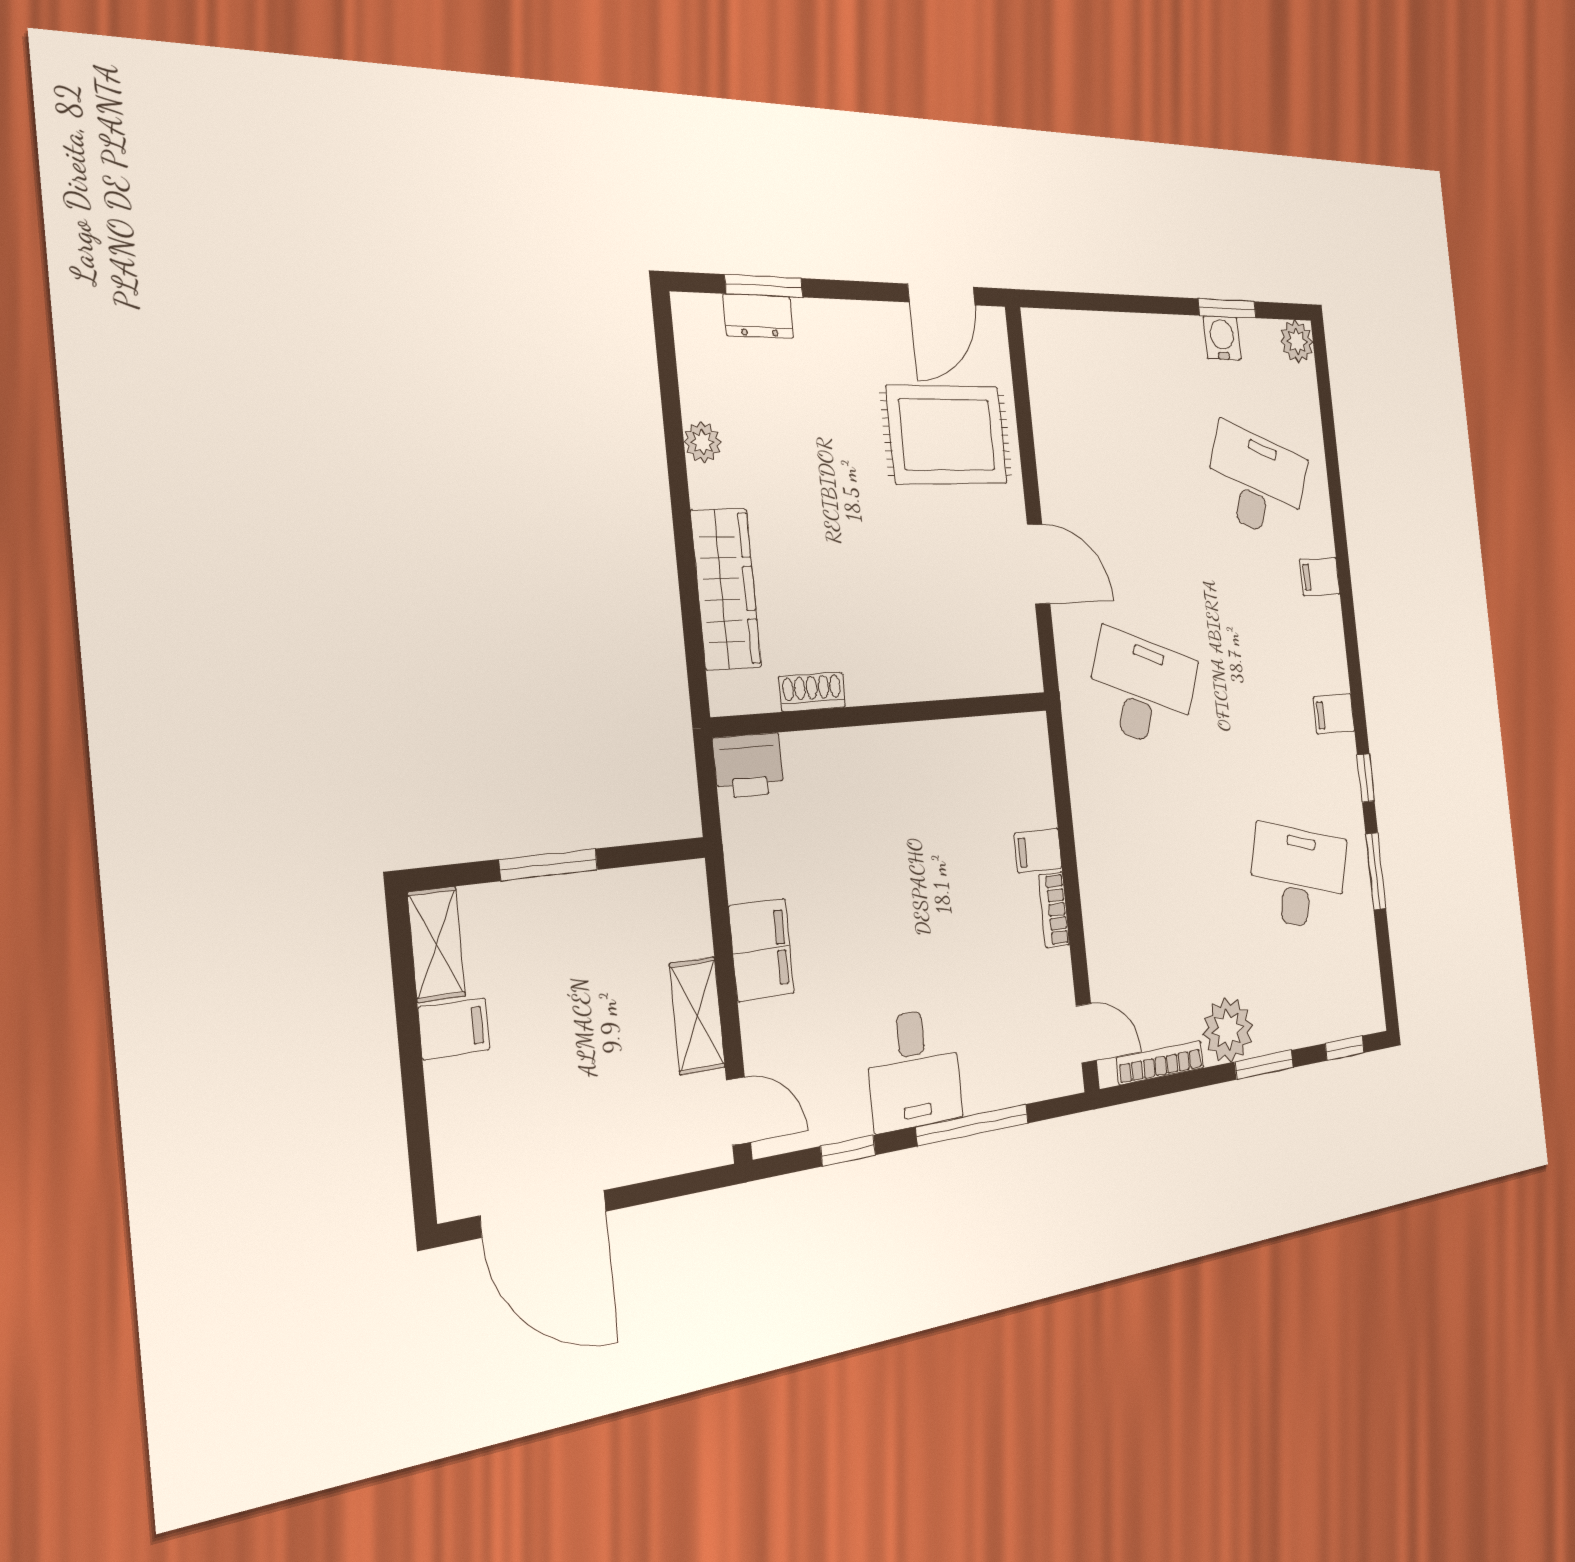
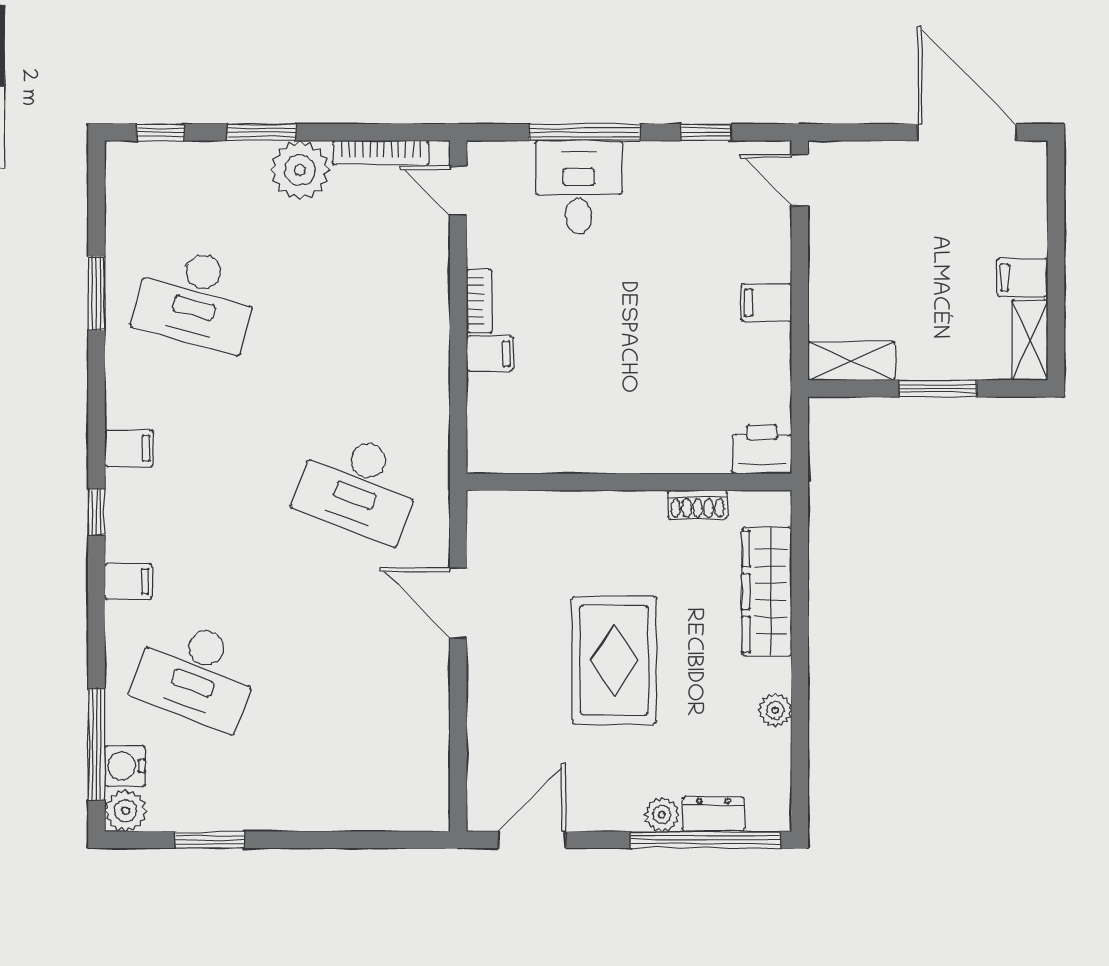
window: (764, 286) -> (706, 840), width x2.11
plant: (813, 318) -> (662, 814), added
water cooler: (1222, 338) -> (125, 766), moved, turned 90
window: (1326, 410) -> (96, 744), added
rug: (947, 435) -> (614, 660), moved, turned 90
window: (1366, 778) -> (96, 512), moved
filing cabinet: (761, 950) -> (766, 303), width x0.50
shelving: (697, 1016) -> (851, 361), moved, turned 90
desk: (914, 1069) -> (579, 187), moved

